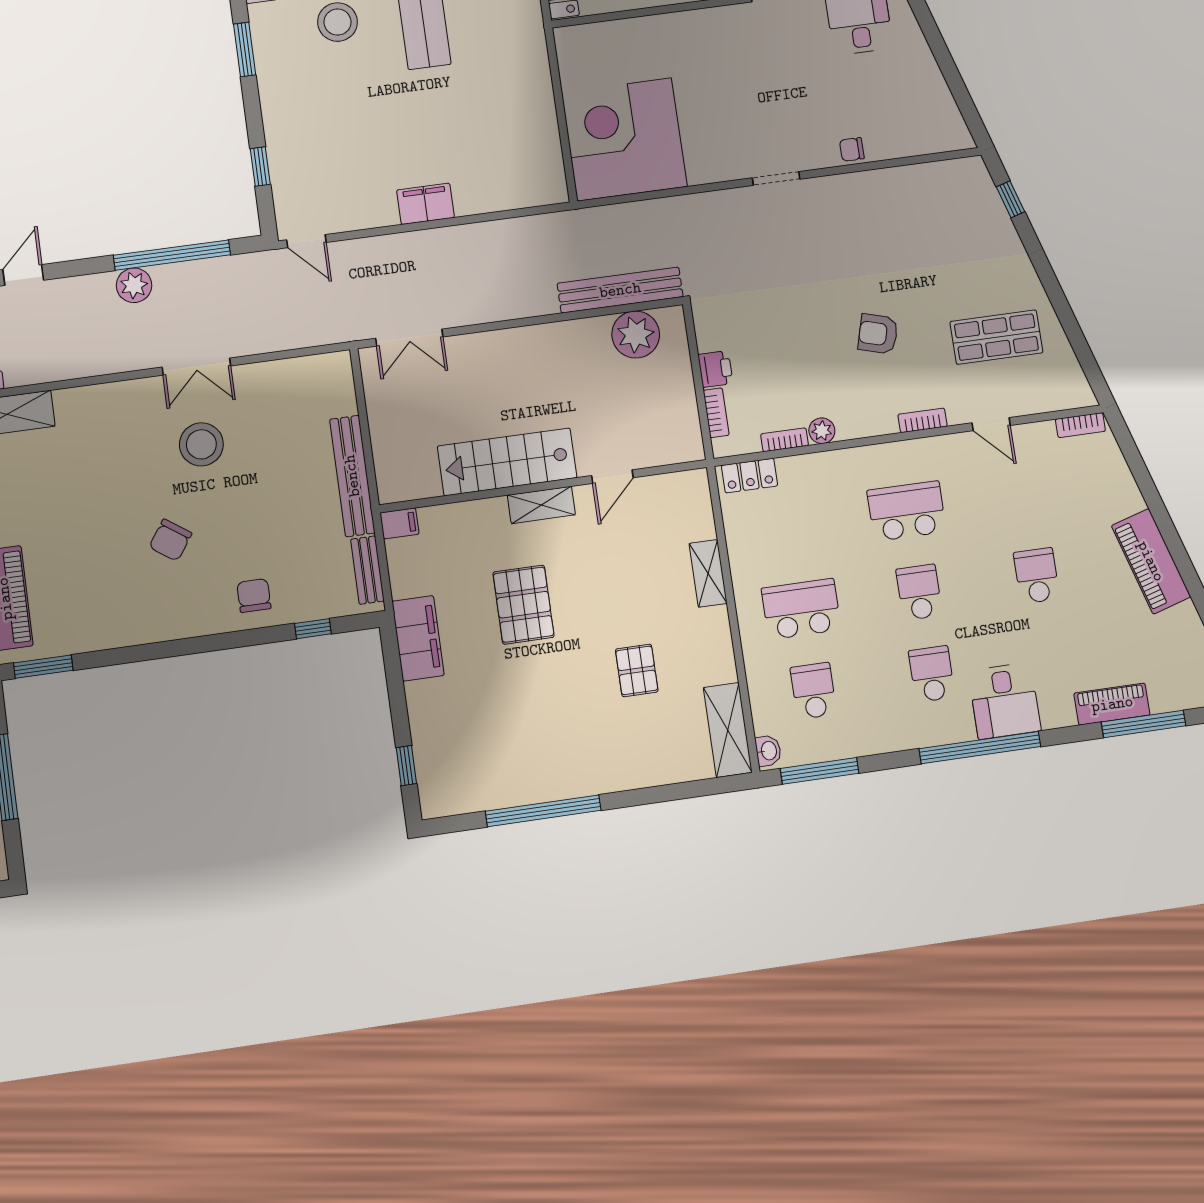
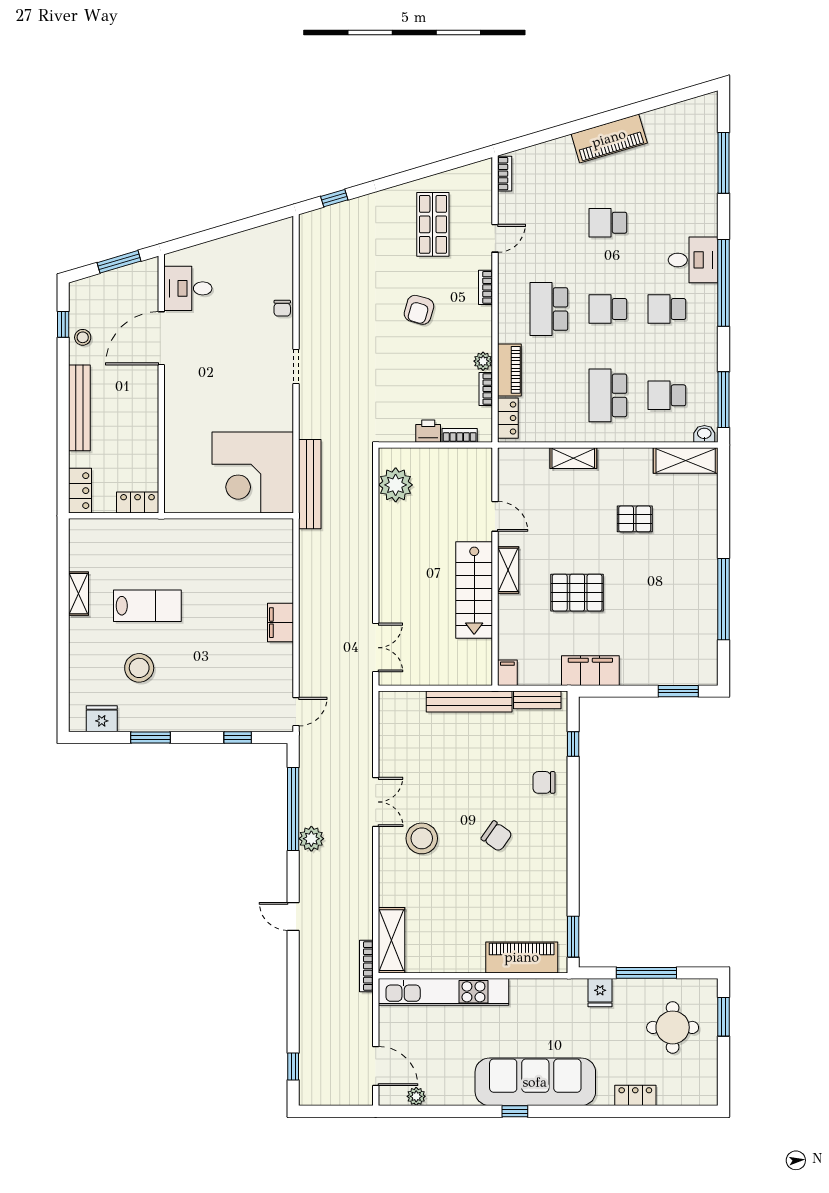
bench: (620, 290) -> (310, 484), moved
stool: (201, 444) -> (422, 838), moved
piano: (1112, 704) -> (509, 370), moved, turned 180
window: (406, 766) -> (678, 691), width x1.50

